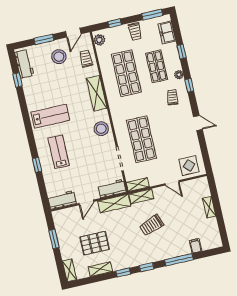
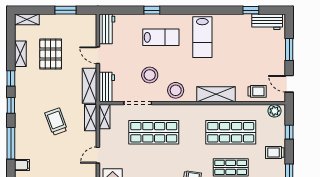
stool: (59, 57) -> (150, 75), moved

